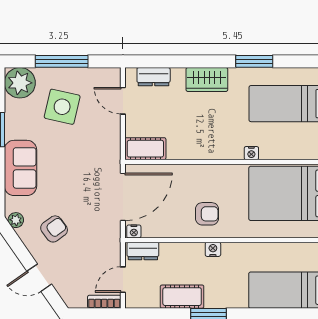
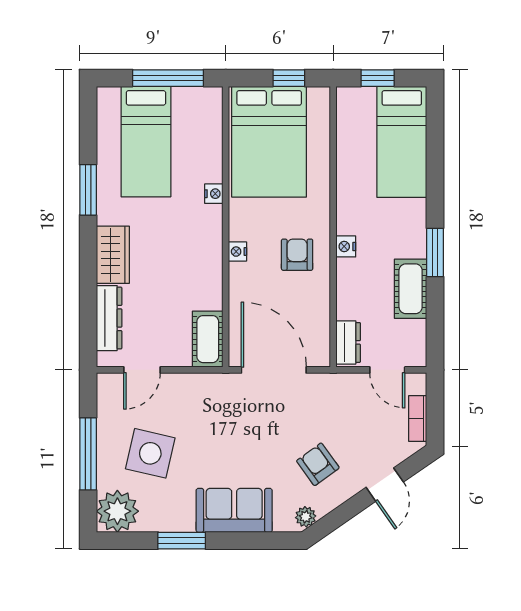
dresser: (154, 77) -> (109, 318), width x1.44
nightstand: (134, 231) -> (238, 252), moved, turned 180
bookcase: (104, 302) -> (418, 419), moved

